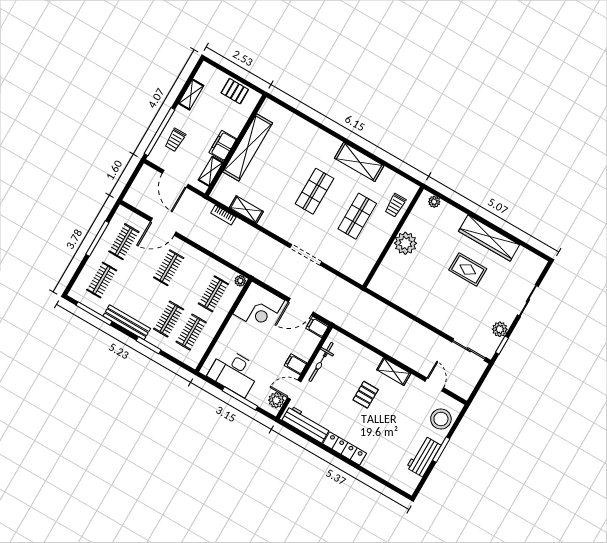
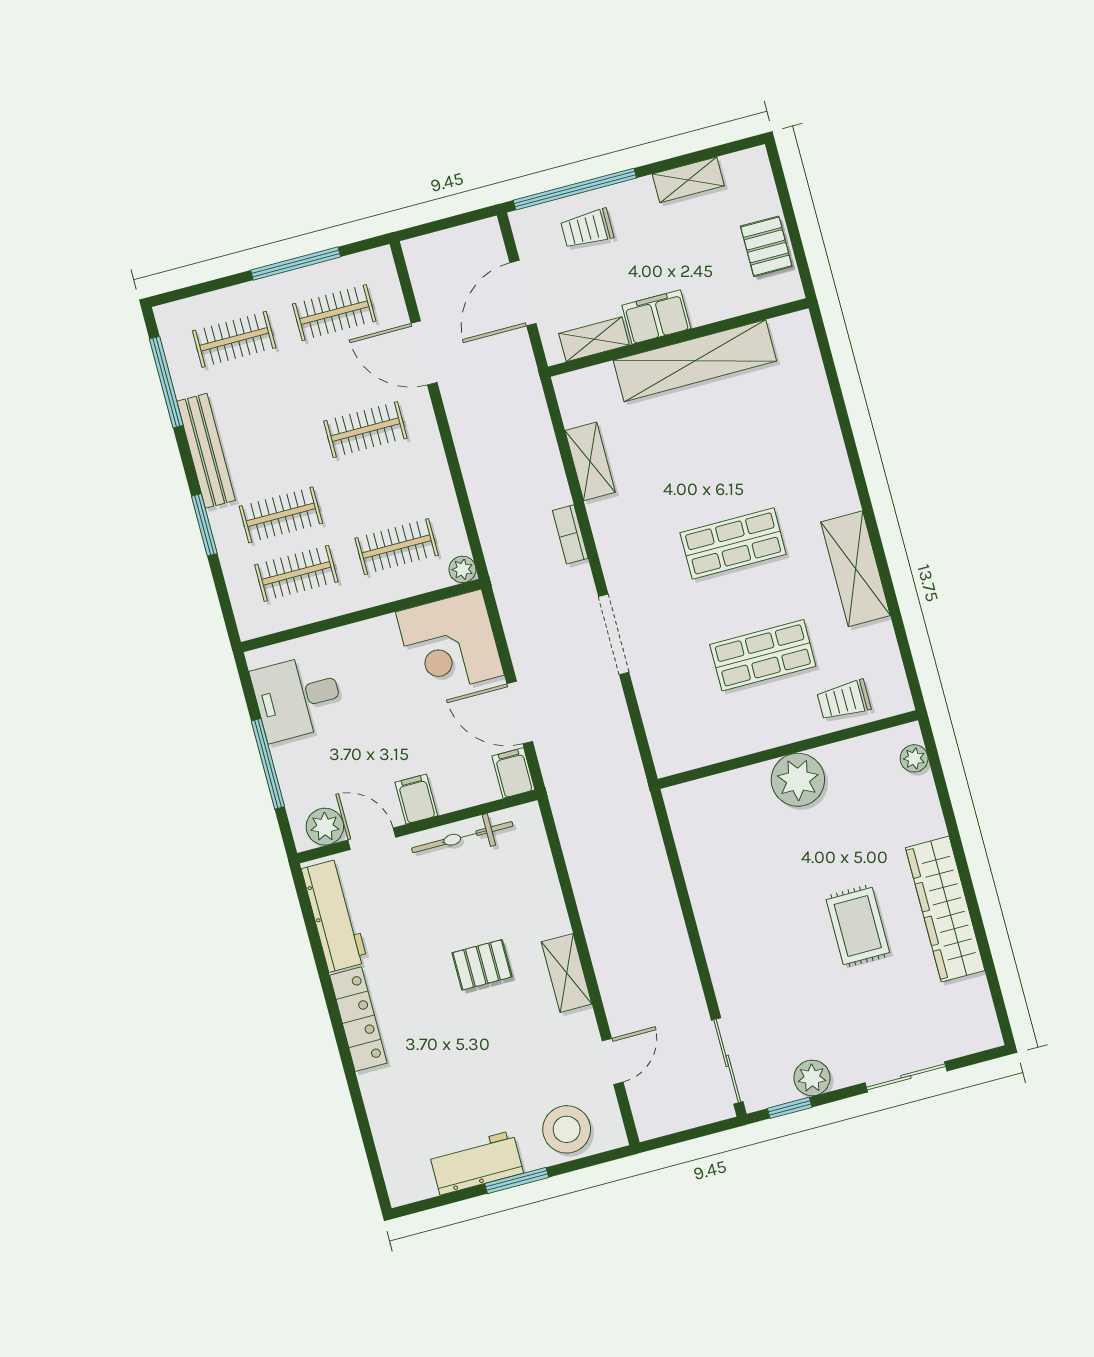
bookcase: (223, 215) -> (570, 534), moved
desk: (234, 372) -> (298, 697), width x0.73

